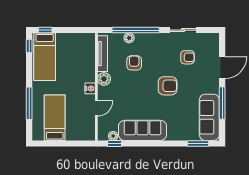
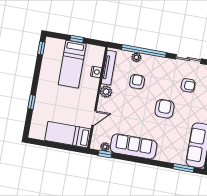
window: (45, 30) -> (77, 39), moved
bed: (45, 57) -> (72, 64), moved
armchair: (168, 86) -> (165, 109), turned -90
nightstand: (90, 88) -> (96, 72), moved
window: (29, 103) -> (32, 102), width x0.46
bed: (55, 118) -> (68, 135), moved, turned -90

